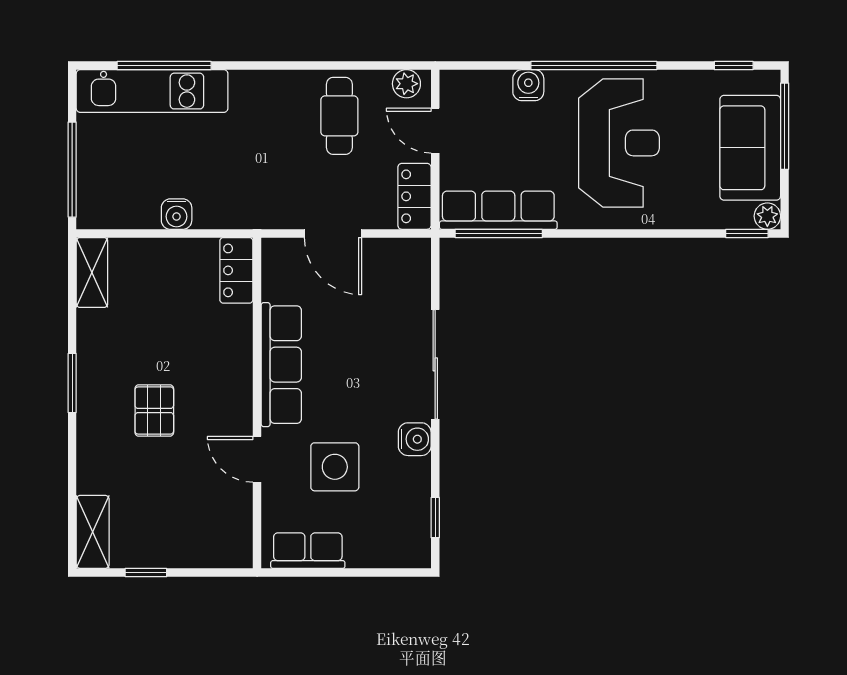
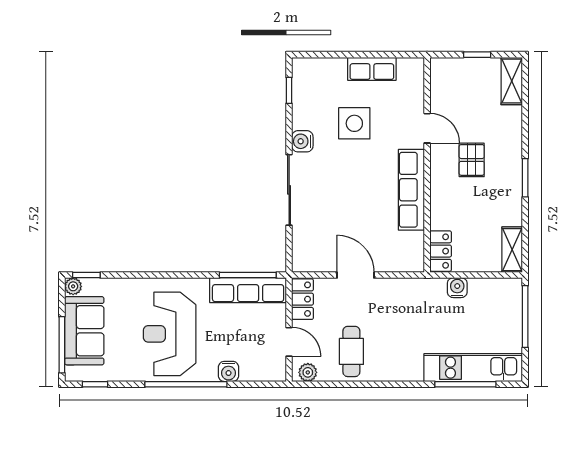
locker: (236, 270) -> (441, 251), moved
row of seats: (281, 365) -> (411, 190), moved
wall: (257, 403) -> (427, 165), moved
door: (257, 459) -> (427, 128), moved

